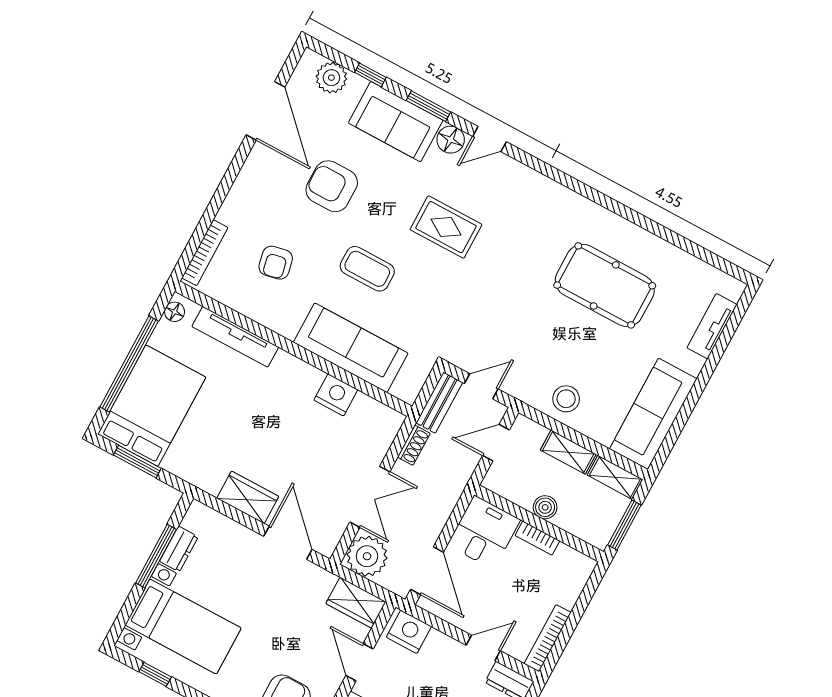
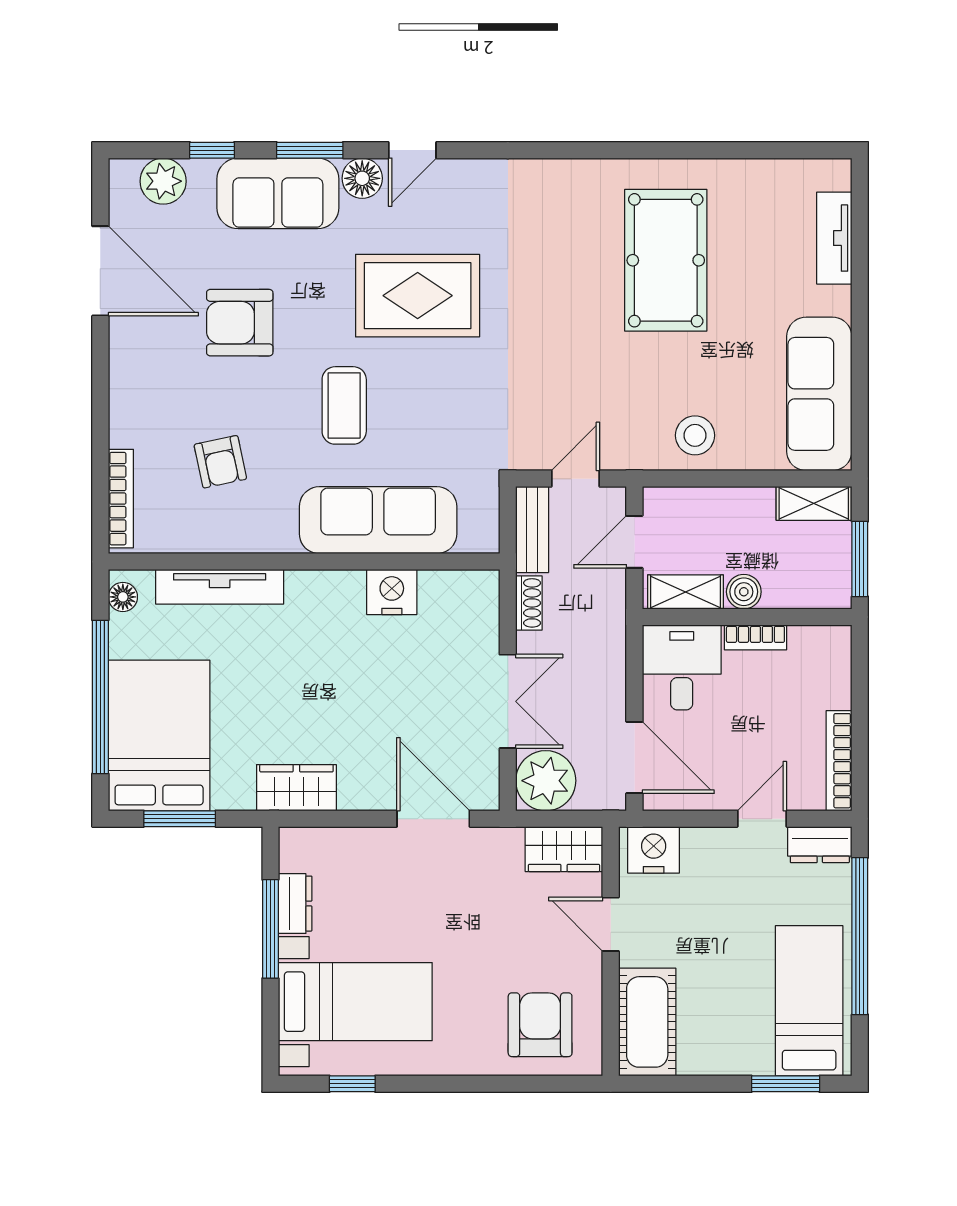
rug: (446, 227) -> (418, 296), width x1.36, depth x1.43
coffee table: (367, 269) -> (344, 405), turned 90
pool table: (605, 285) -> (666, 260), turned 90
shelving: (568, 452) -> (685, 592), moved
wardrobe: (248, 497) -> (296, 788), moved

